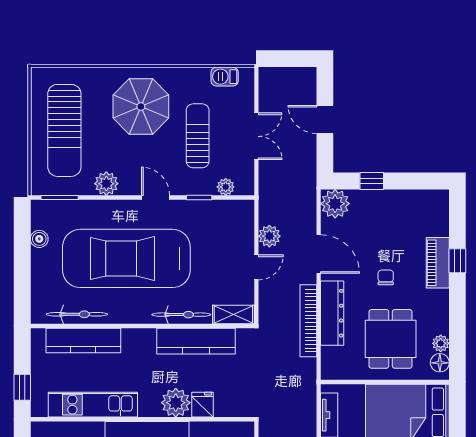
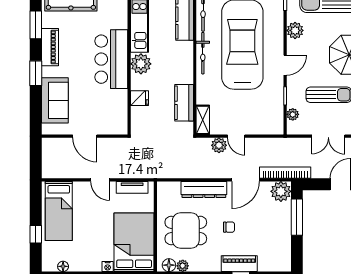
window: (372, 181) -> (297, 217), width x2.17
plant: (269, 236) -> (219, 145), moved
bicycle: (181, 315) -> (203, 53), moved
bookcase: (308, 321) -> (285, 173), moved
kitchen counter: (196, 341) -> (184, 103), width x0.67
plant: (176, 403) -> (141, 64), moved

